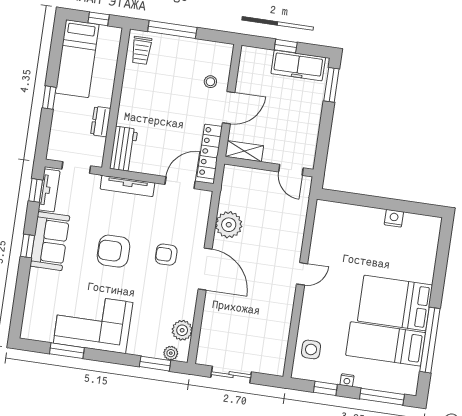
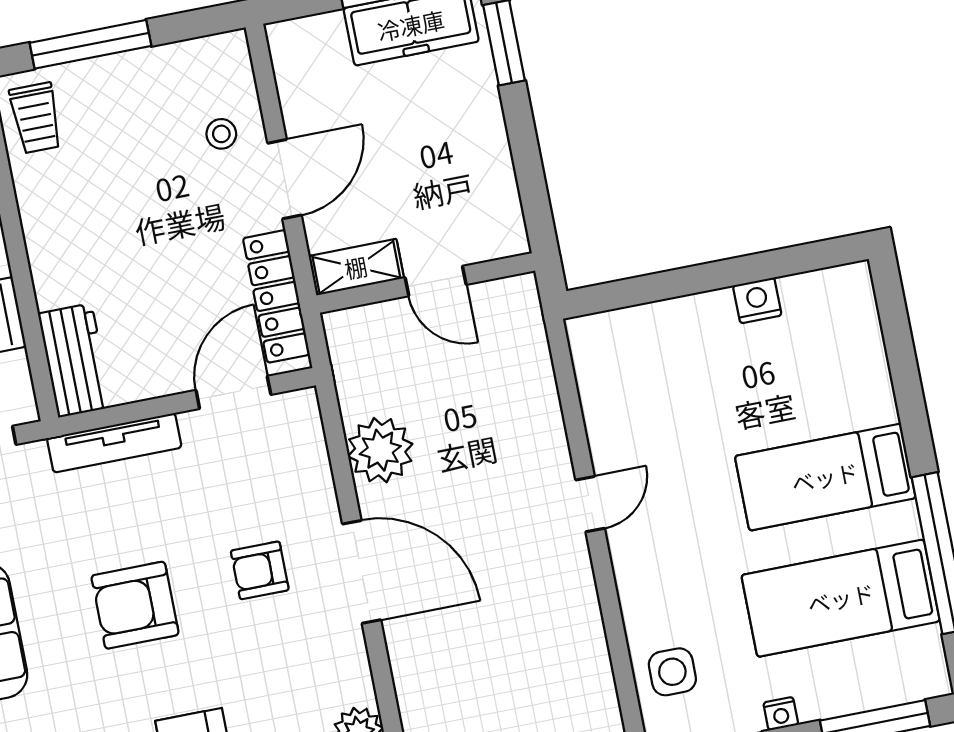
door: (291, 170) -> (436, 281), moved
bed: (395, 303) -> (825, 477), width x0.67

